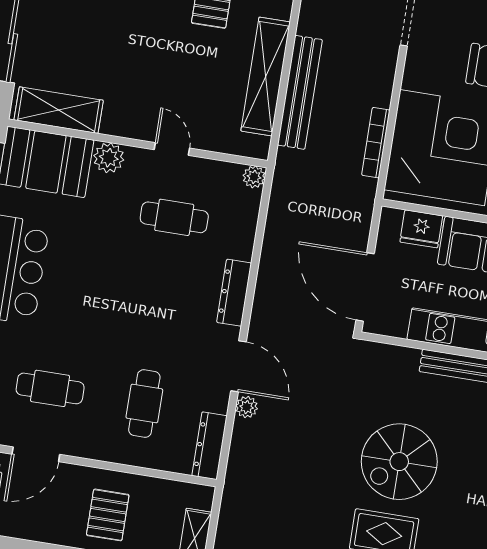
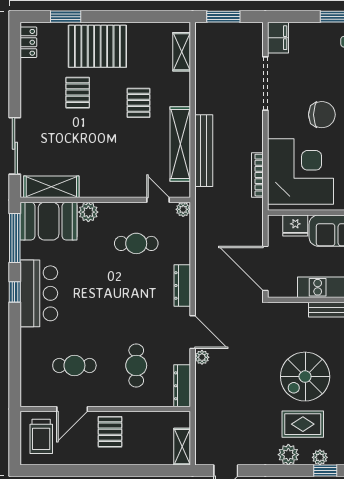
door: (172, 149) -> (158, 200), moved
pallet: (108, 515) -> (110, 432), moved

